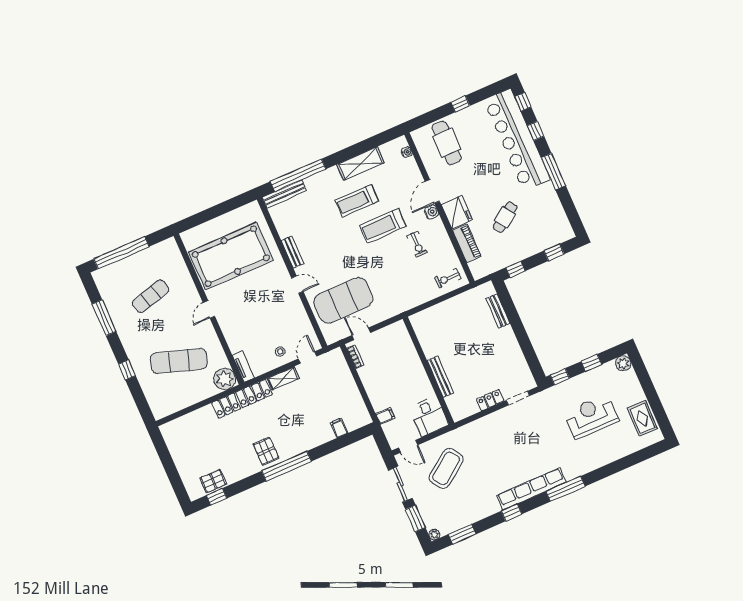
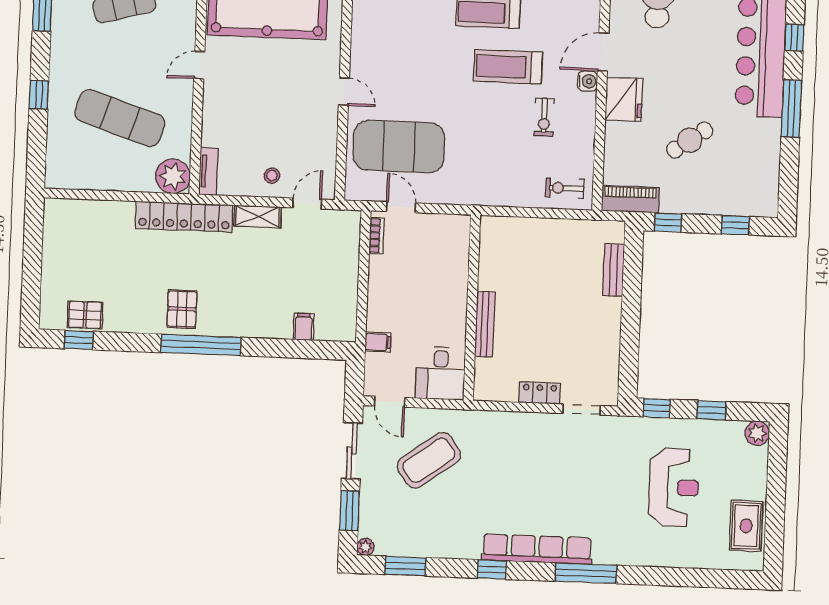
piano: (467, 243) -> (630, 199), moved, turned -90
bench: (293, 252) -> (360, 41), removed
reception desk: (591, 417) -> (674, 487), turned 90

